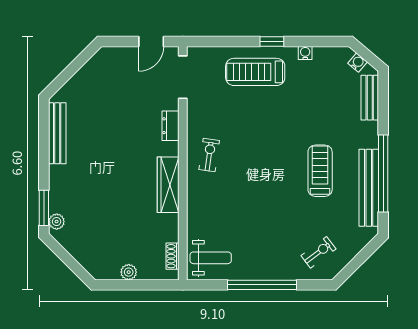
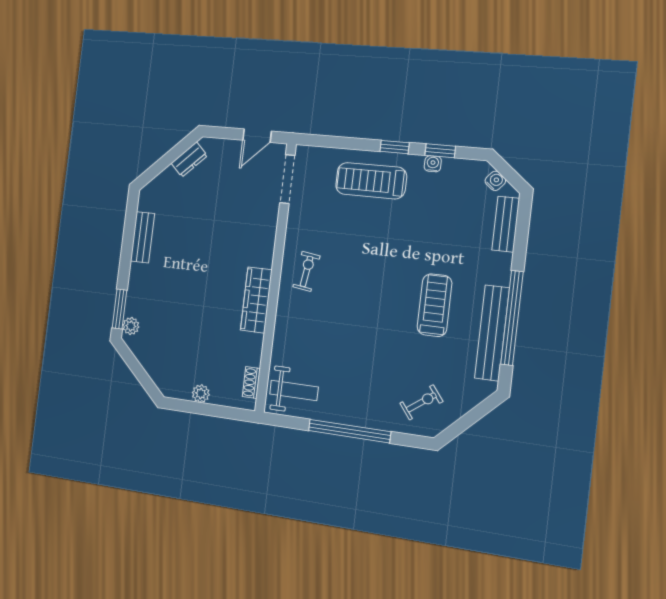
window: (310, 42) -> (440, 151), added
dresser: (171, 126) -> (189, 159), moved, turned -135
bench: (57, 133) -> (142, 237), width x0.73

